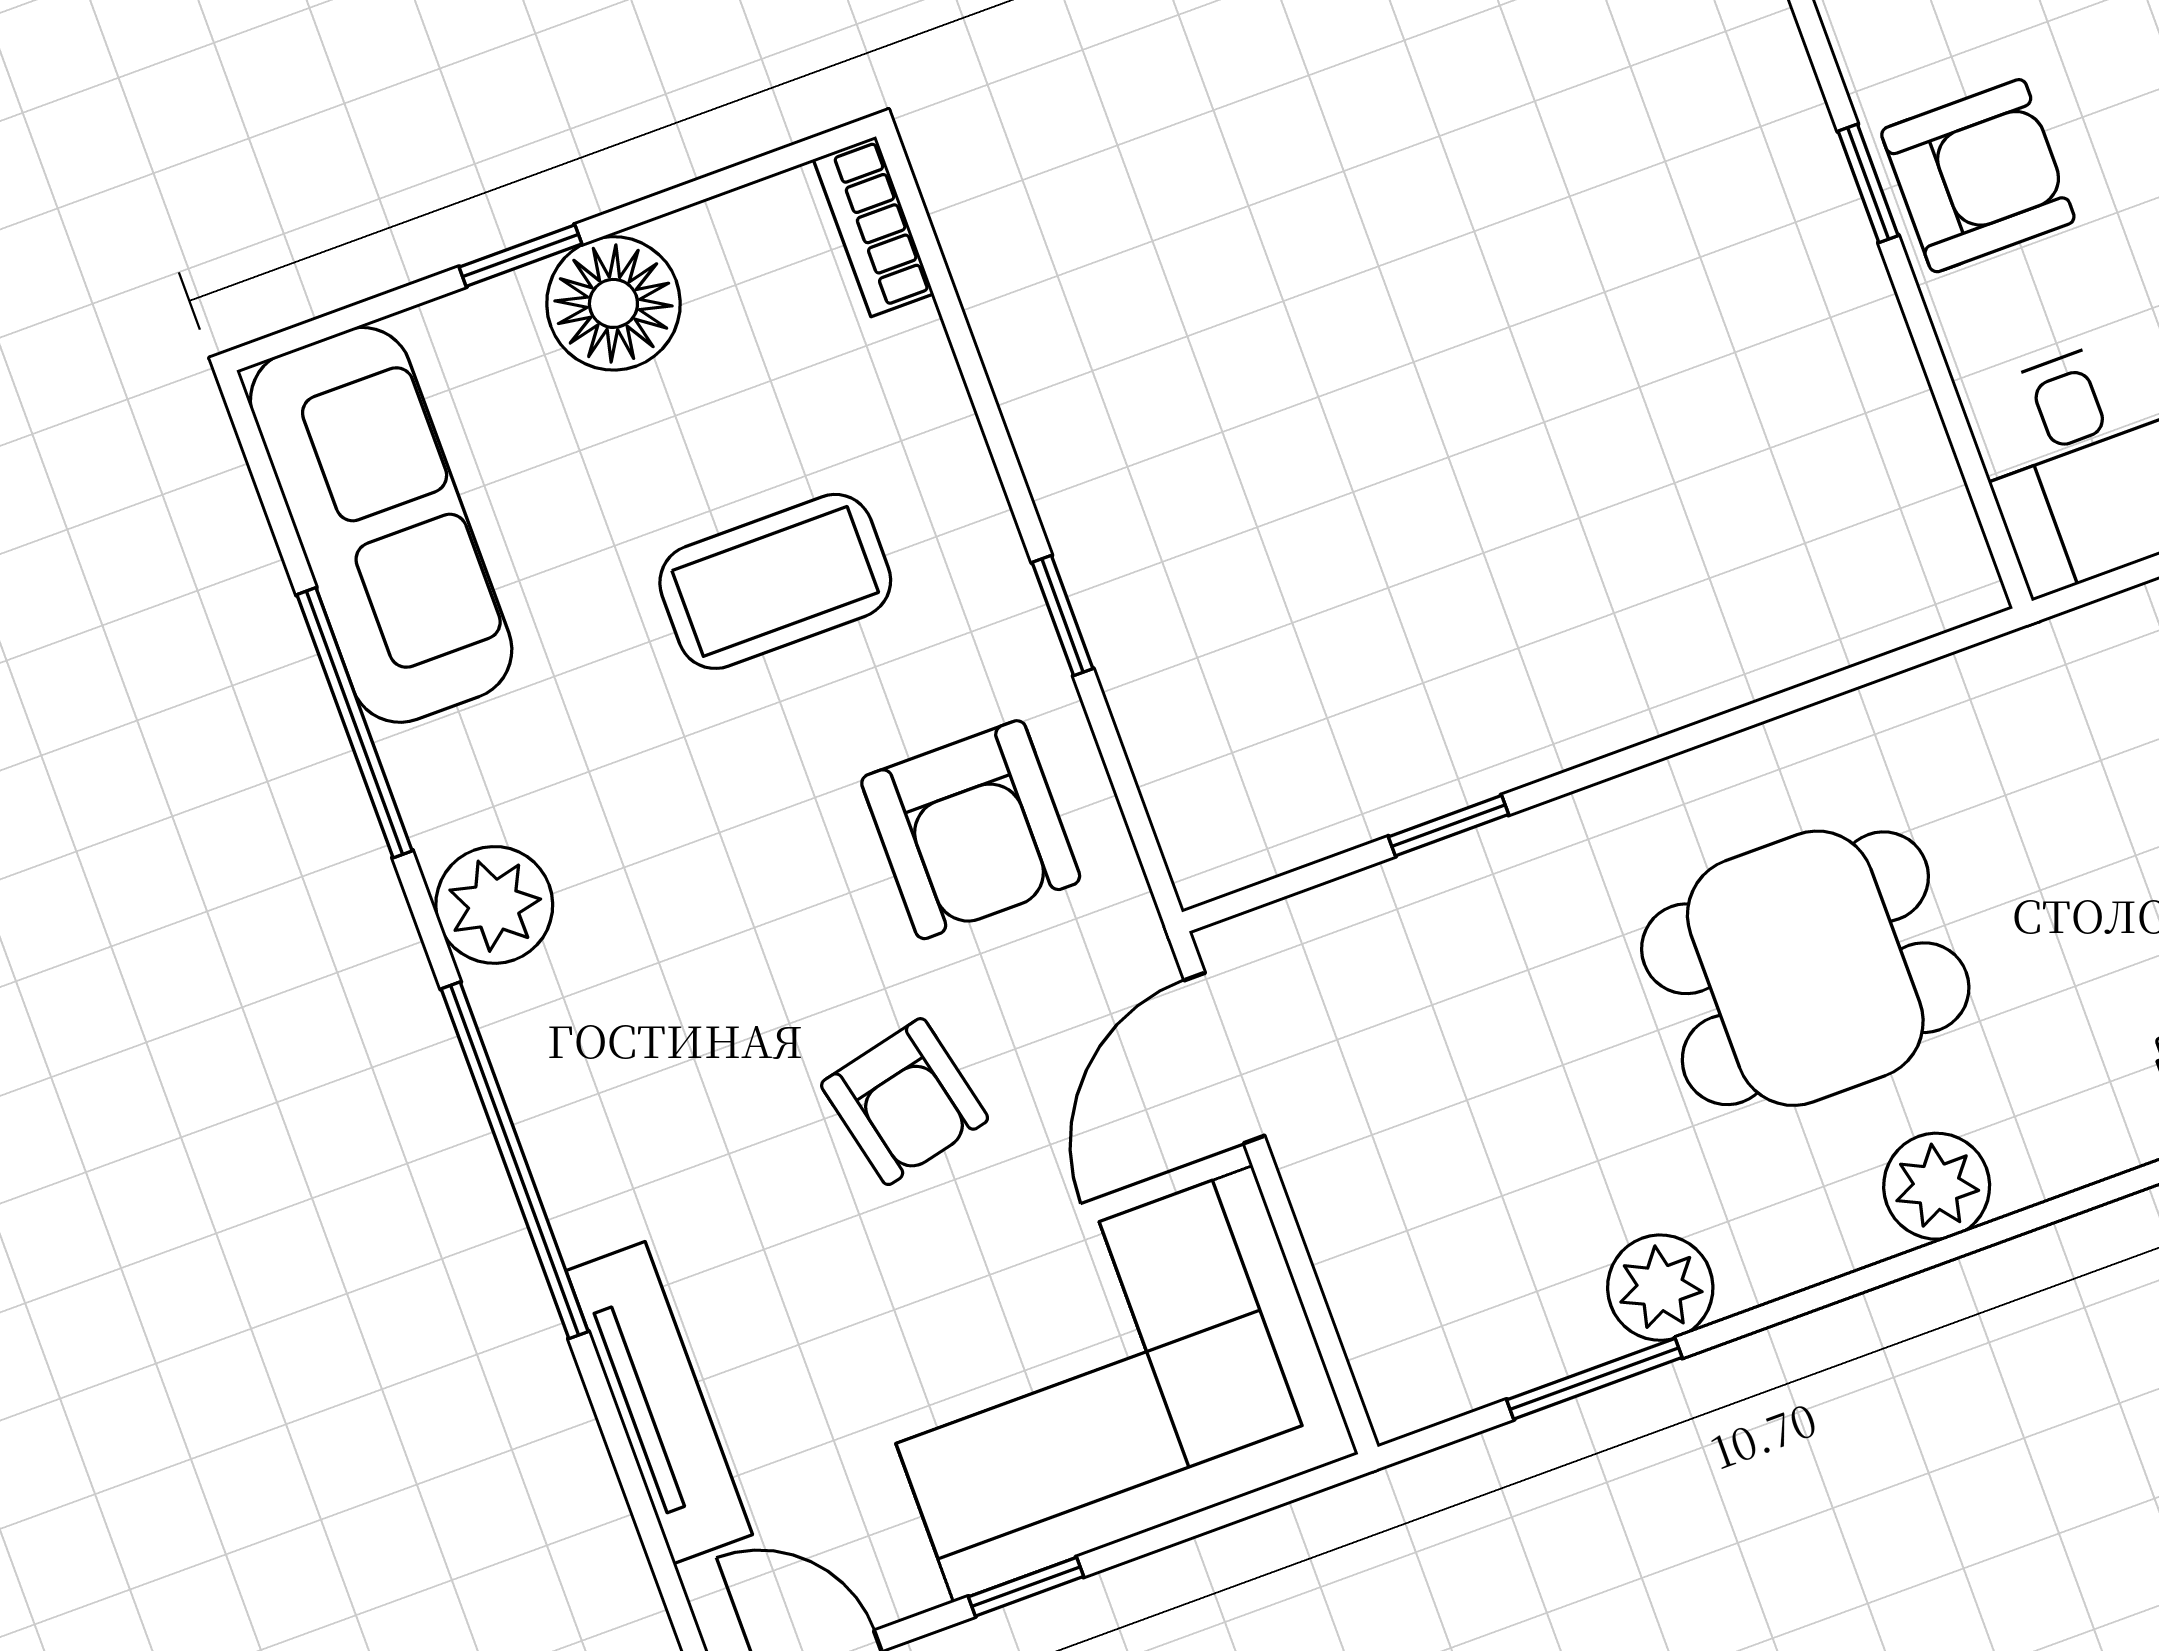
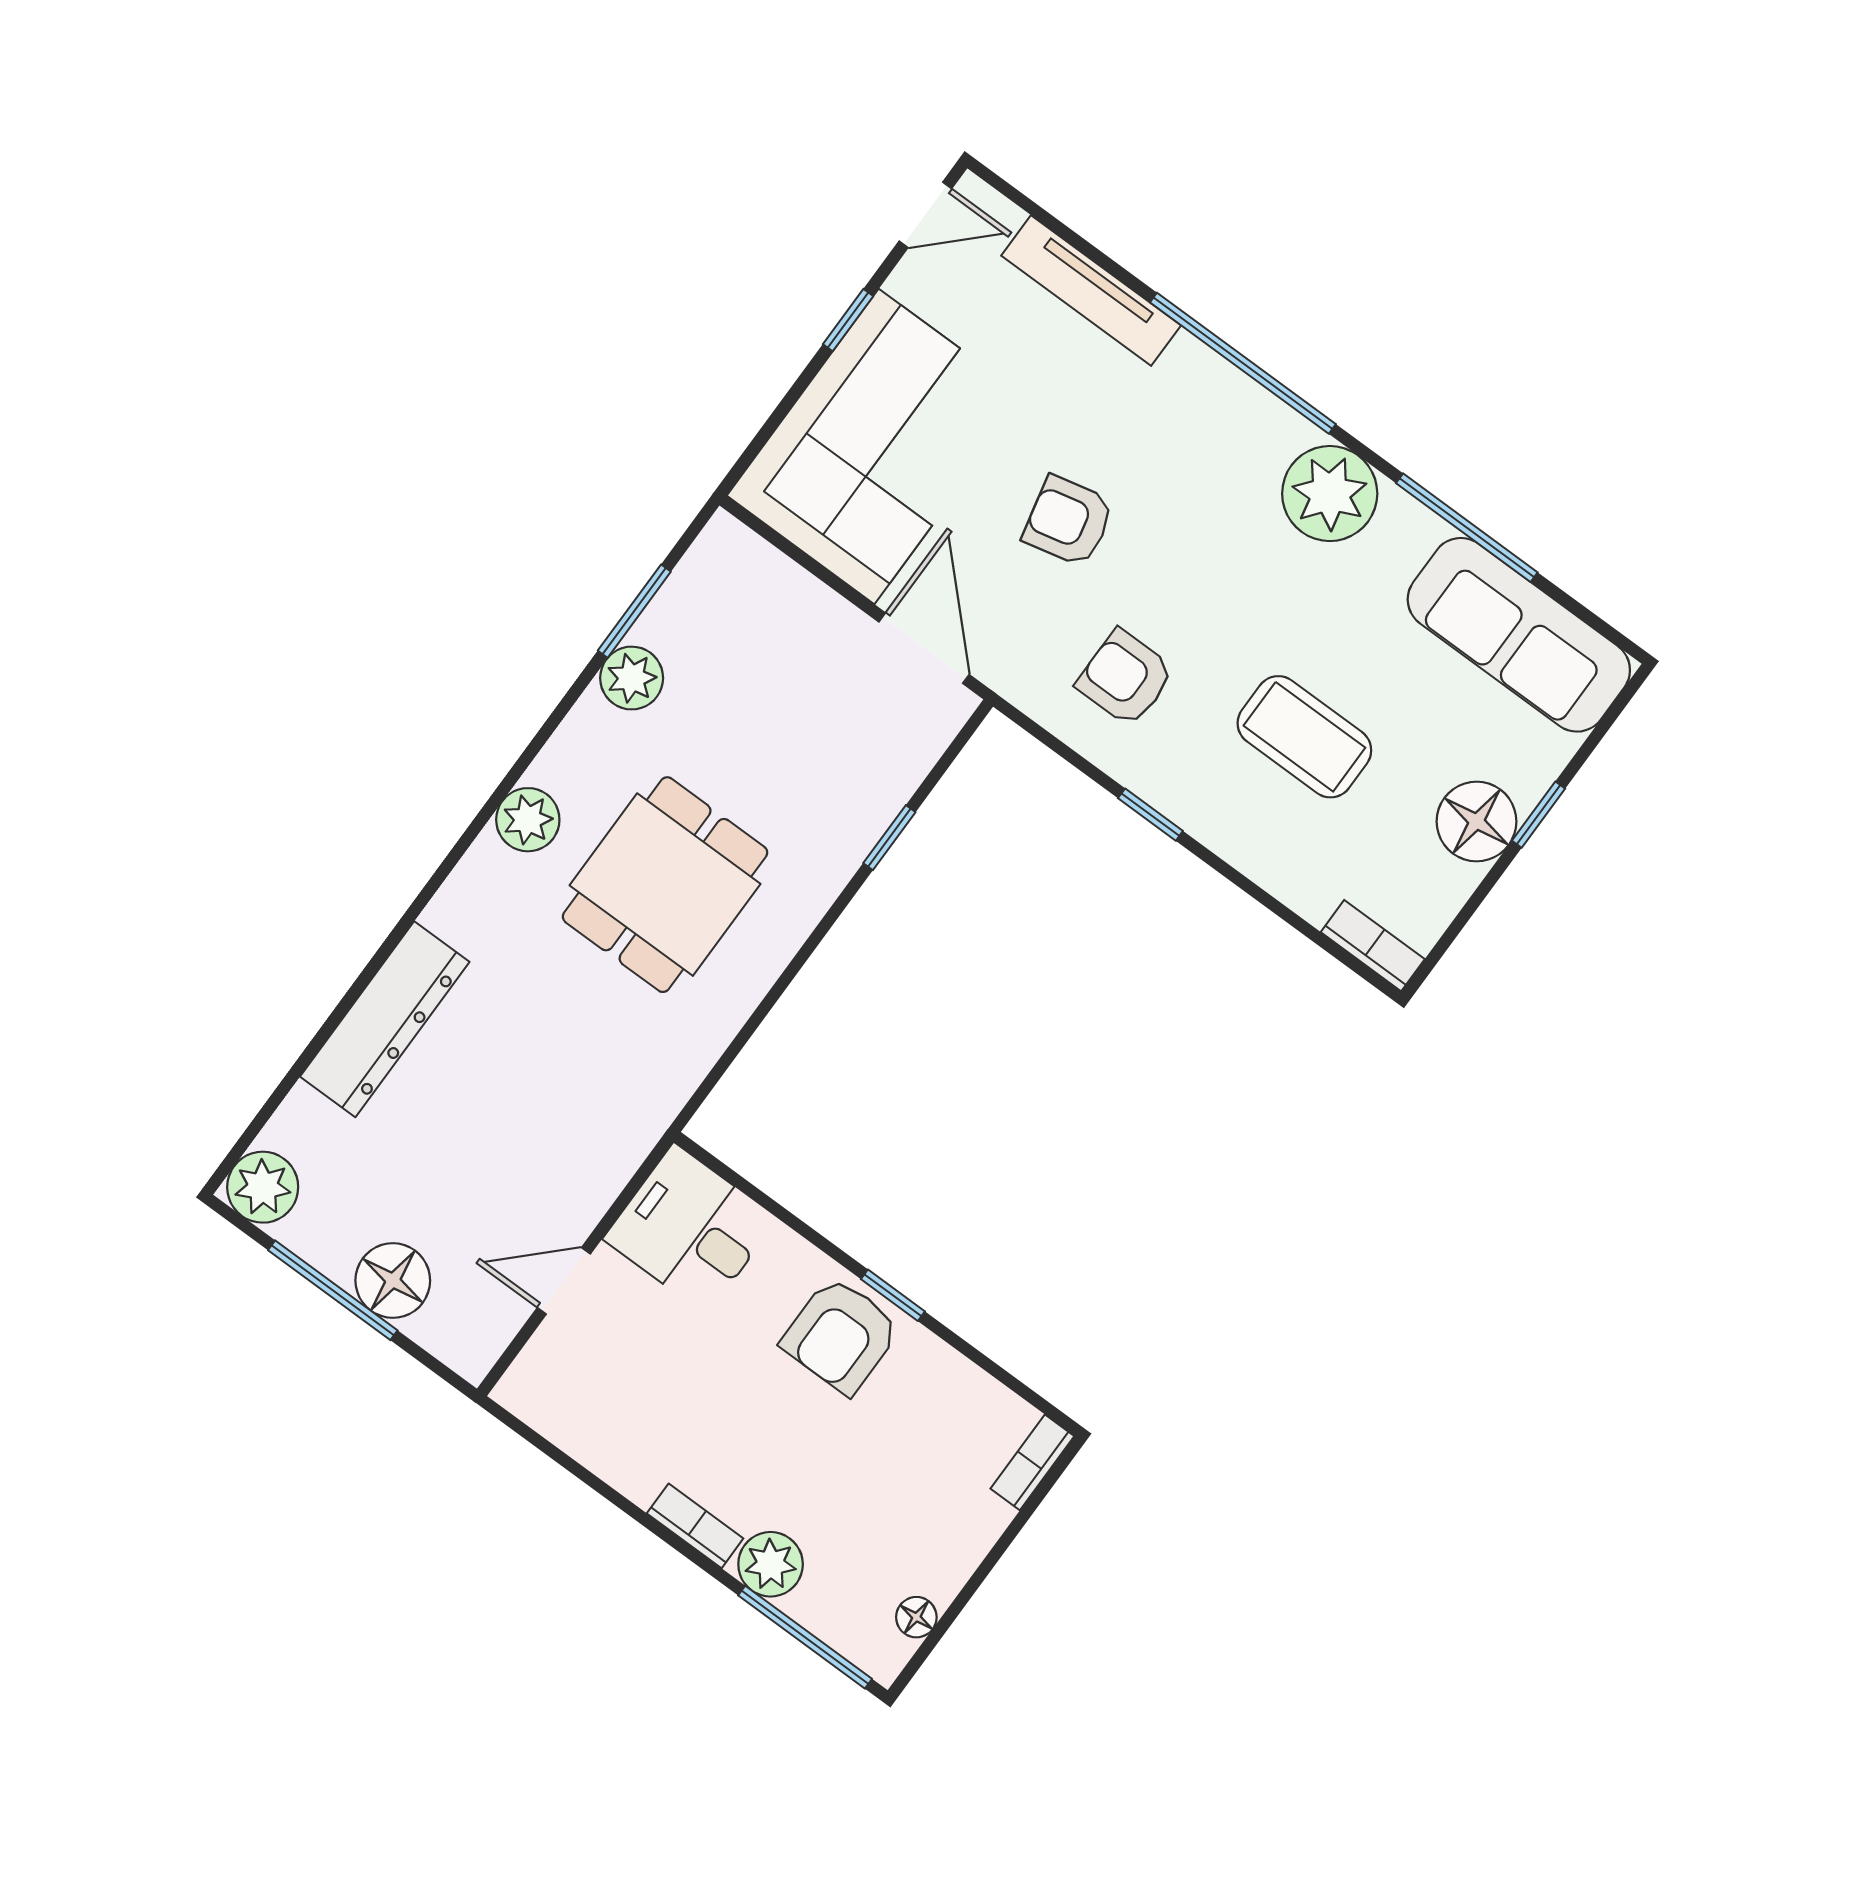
coffee table: (775, 581) -> (1304, 737), turned 90
armchair: (971, 830) -> (1125, 678), width x0.72, depth x0.72
plant: (494, 905) -> (1330, 494), width x1.36, depth x1.36

